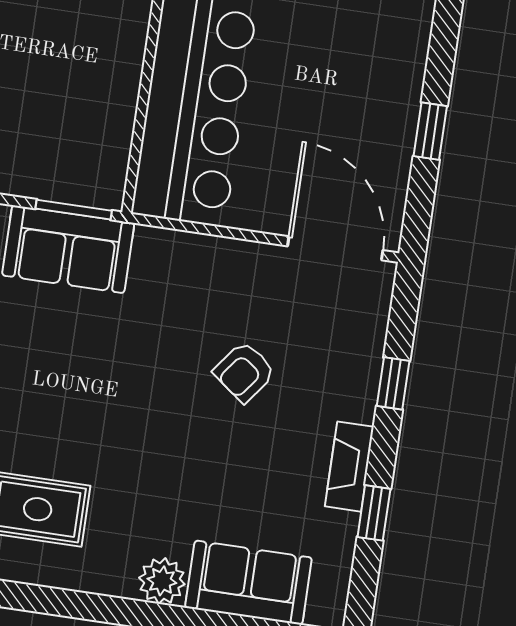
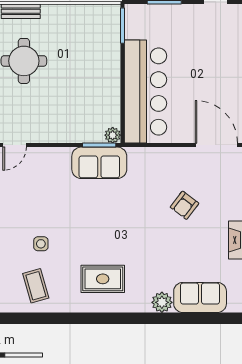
plant: (107, 192) -> (113, 135), added

